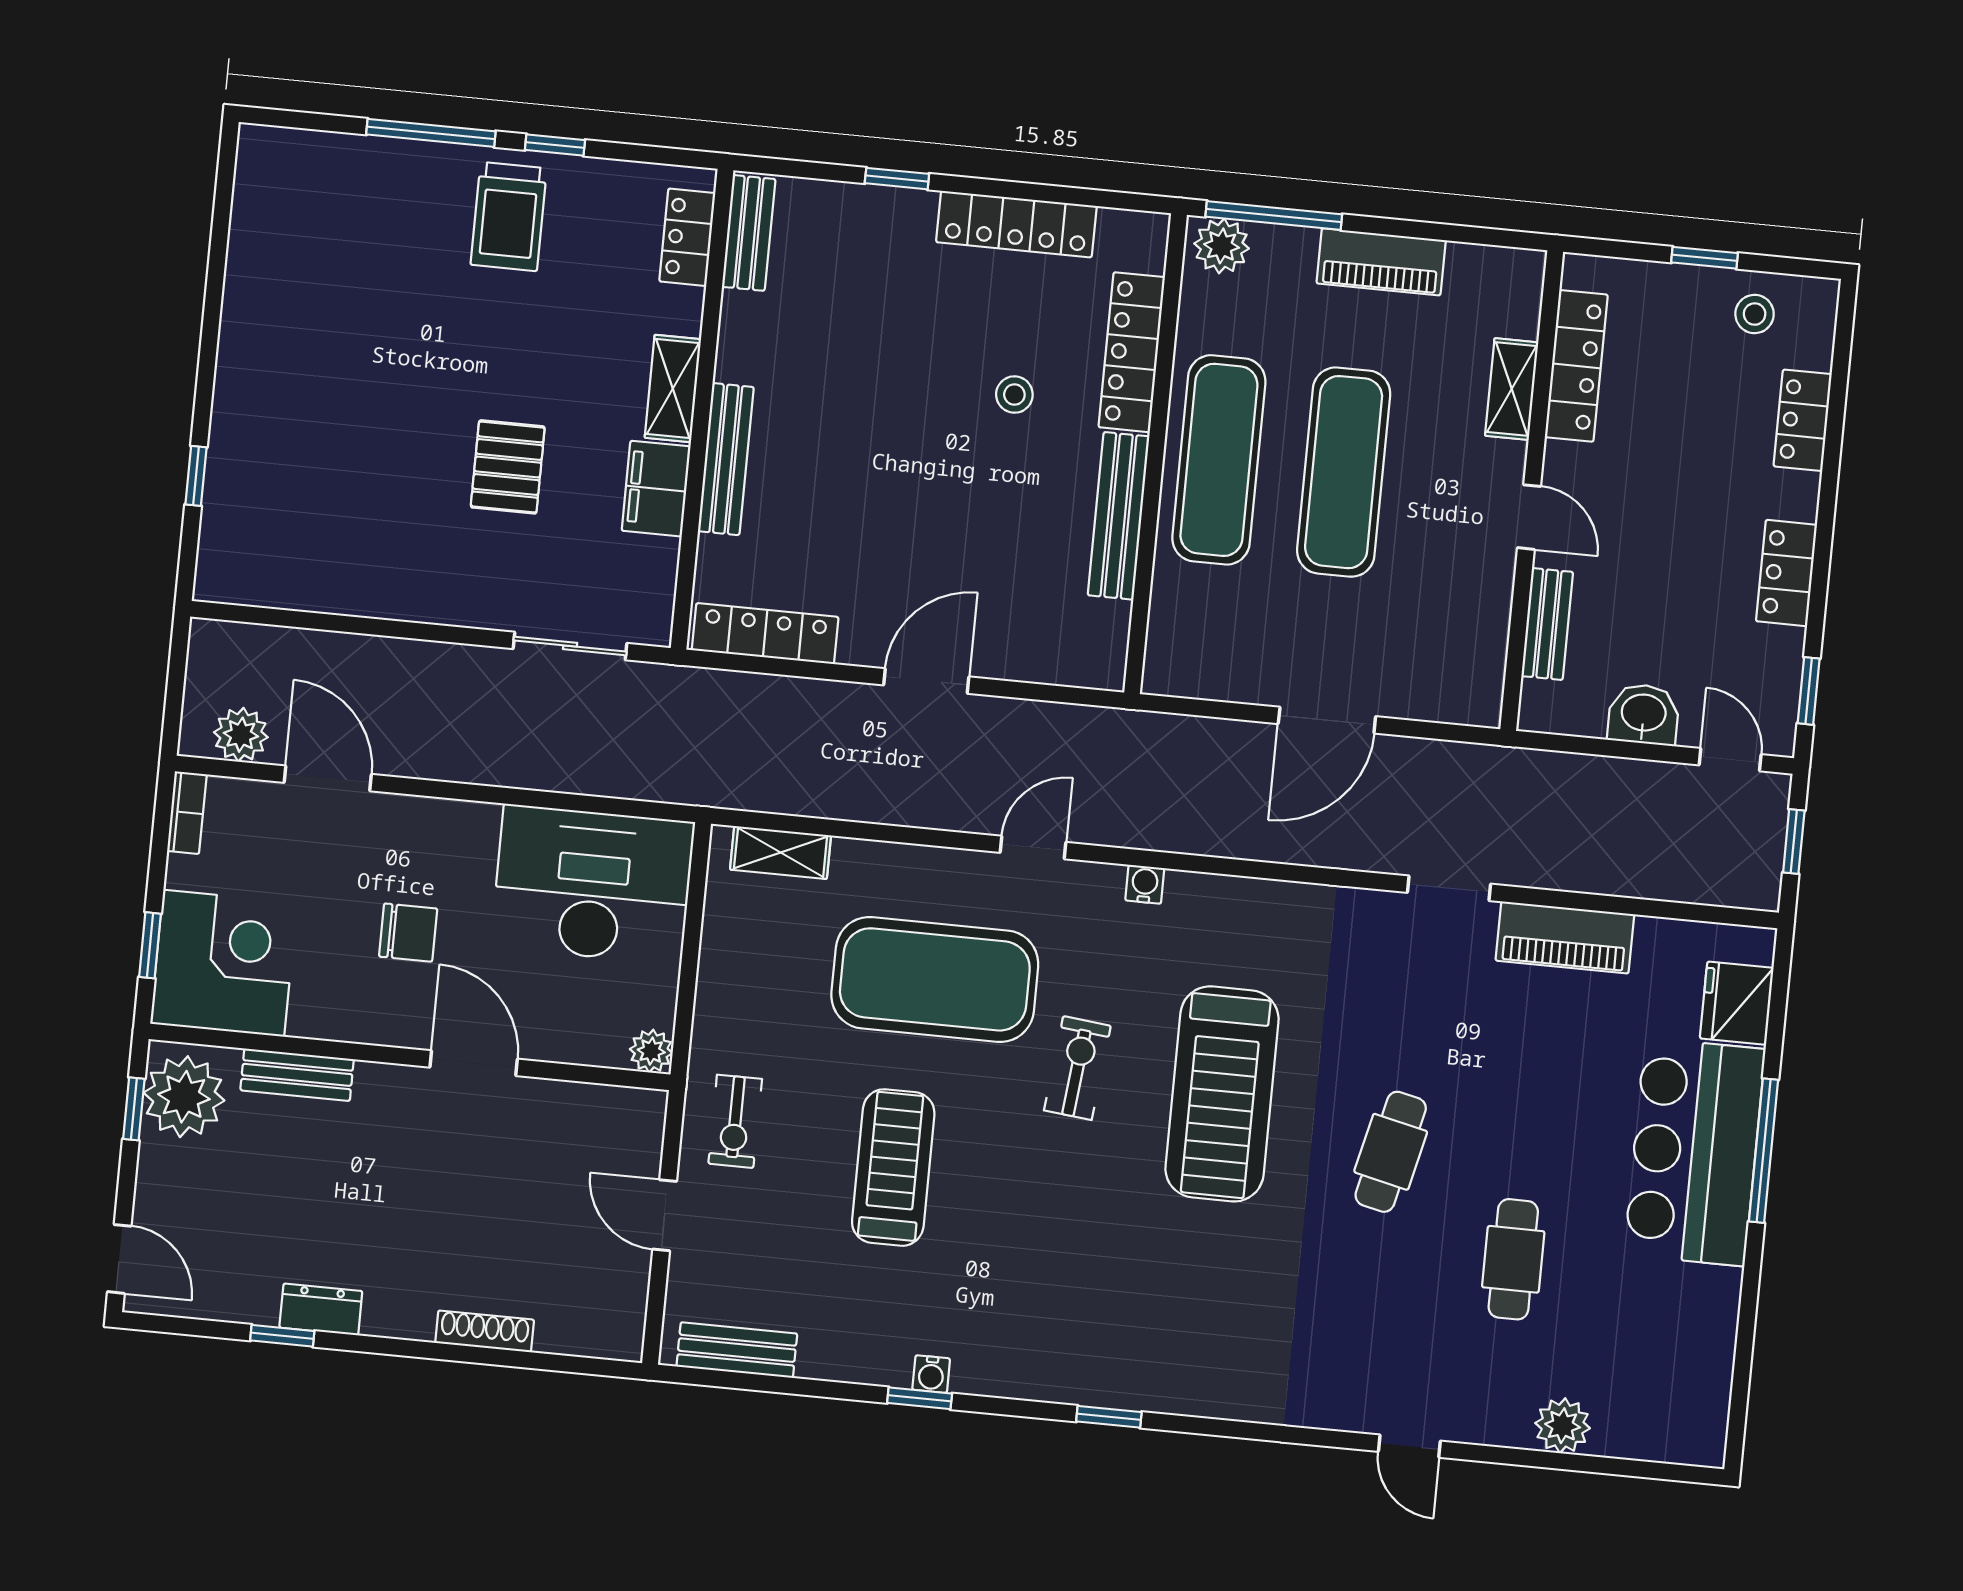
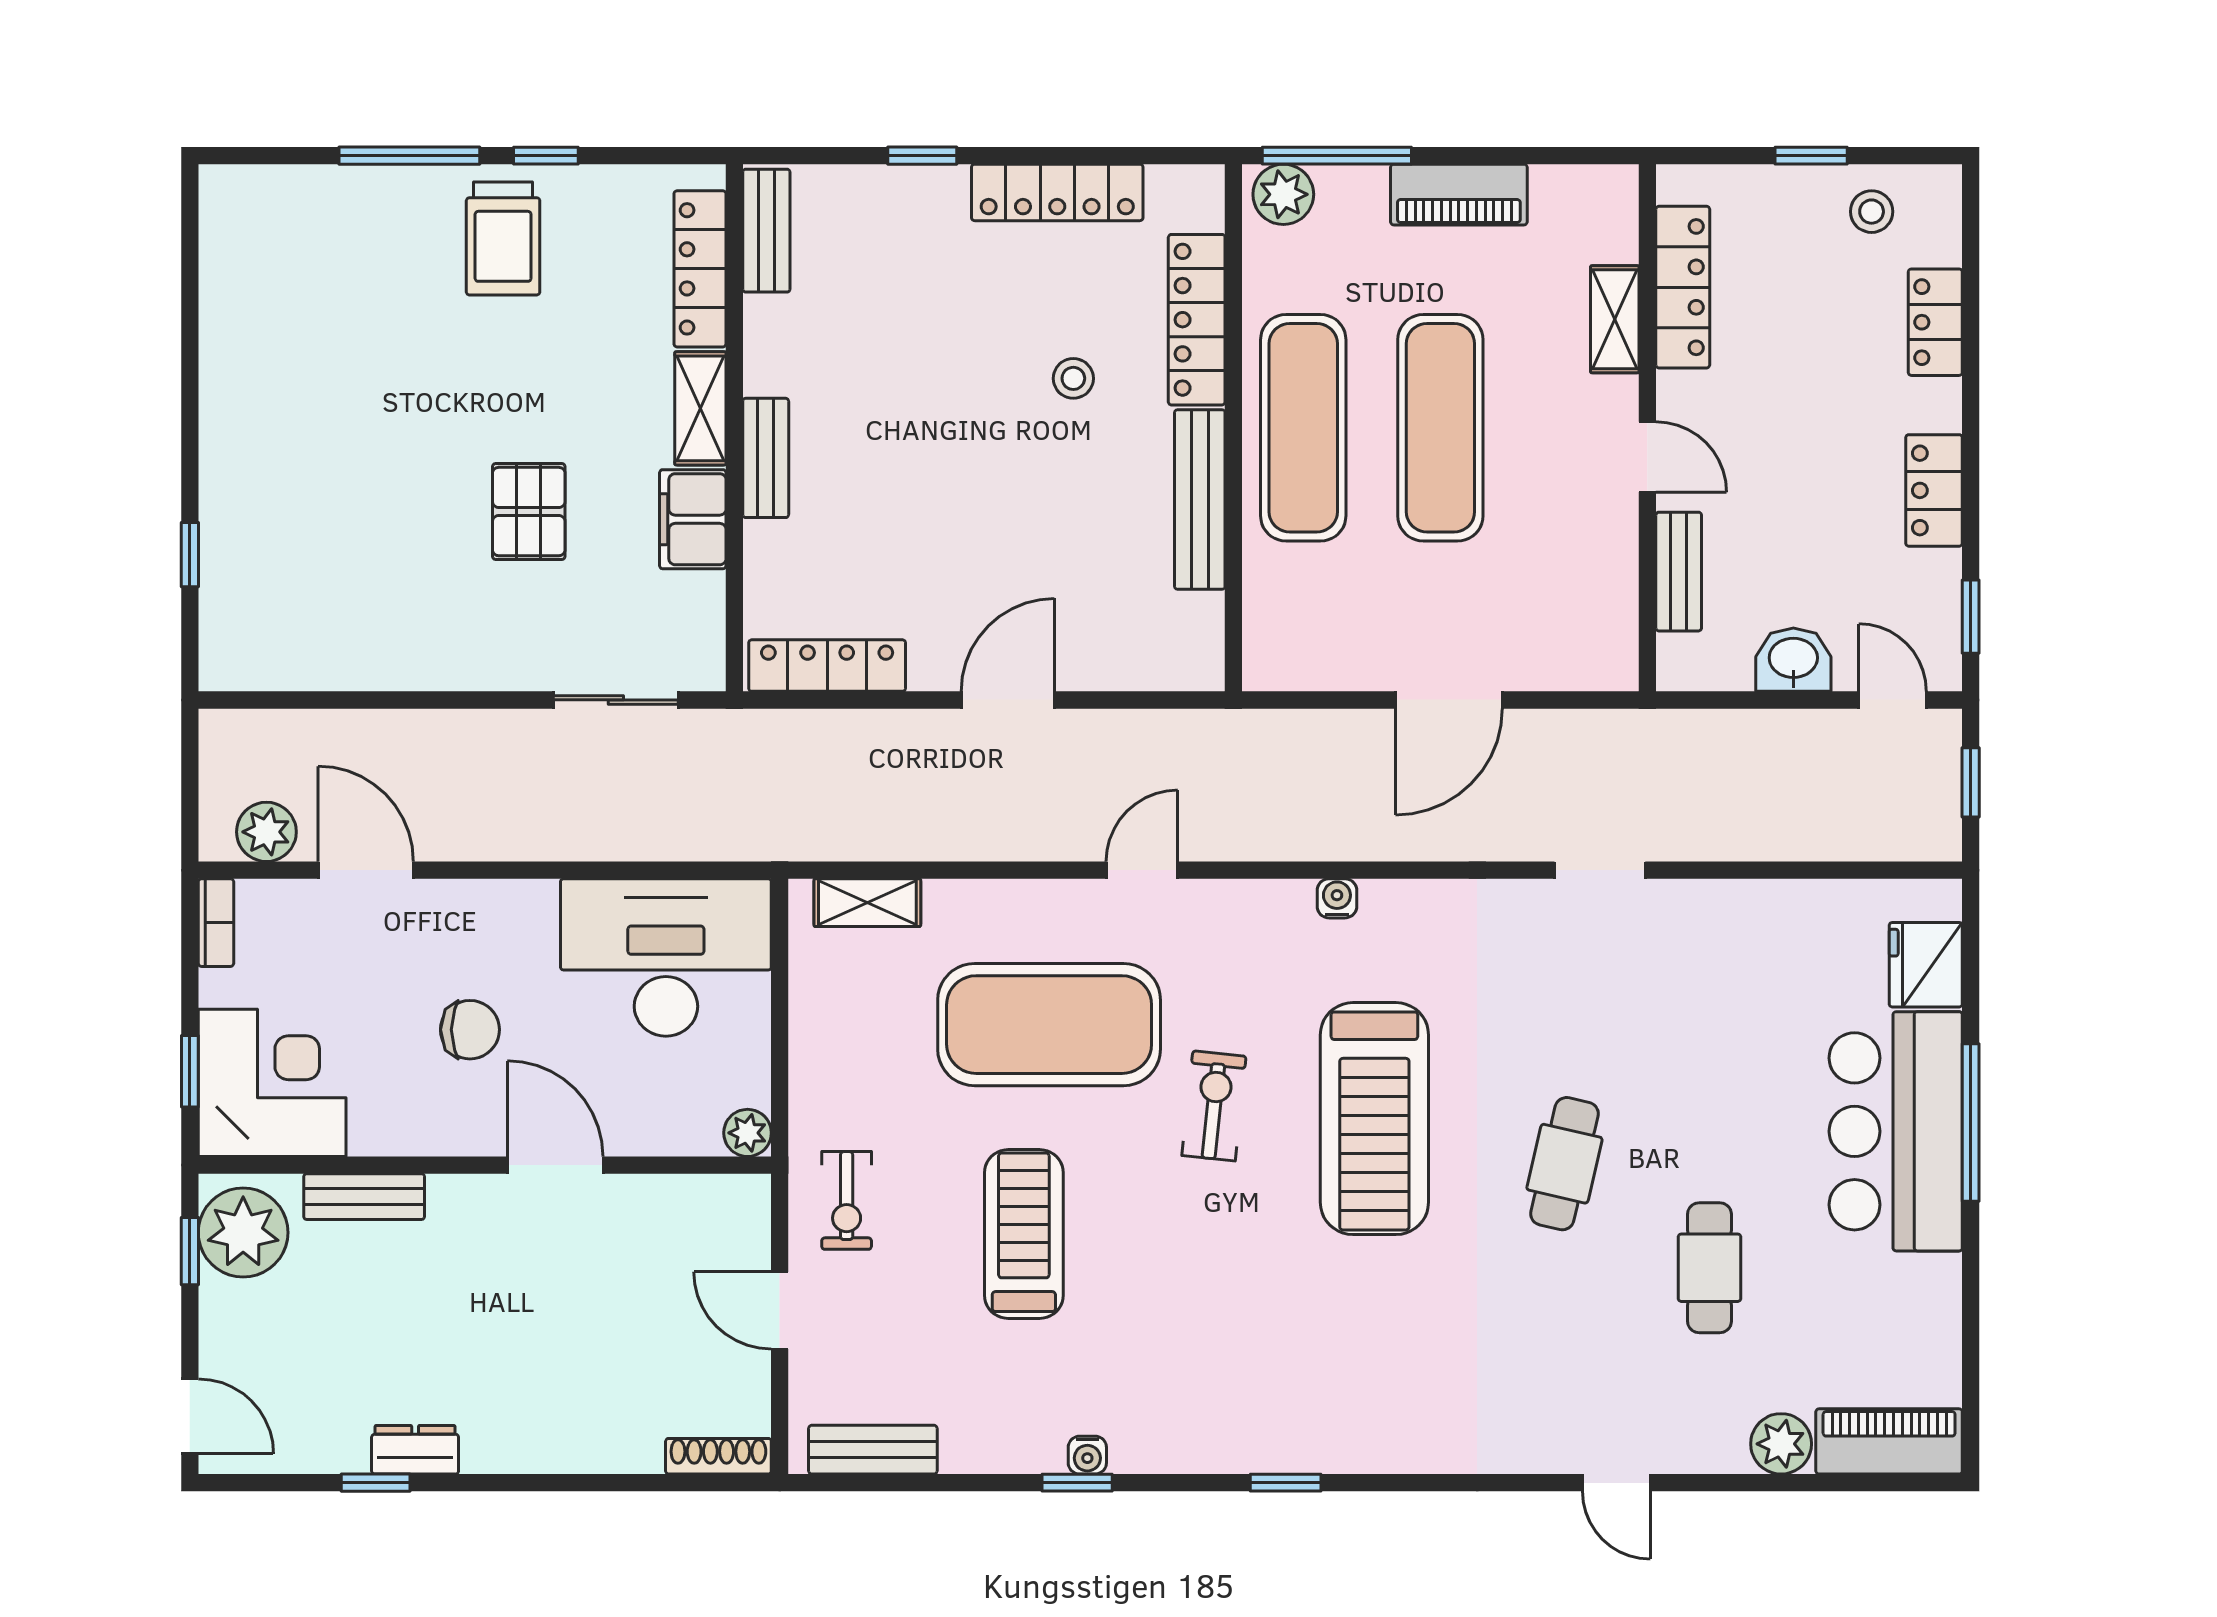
locker: (687, 237) -> (700, 269), width x1.53
bench: (726, 459) -> (766, 458), width x0.73
water cooler: (1145, 884) -> (1337, 898), moved
piano: (1565, 937) -> (1889, 1441), moved, turned 180
shoe rack: (485, 1331) -> (718, 1456), moved

